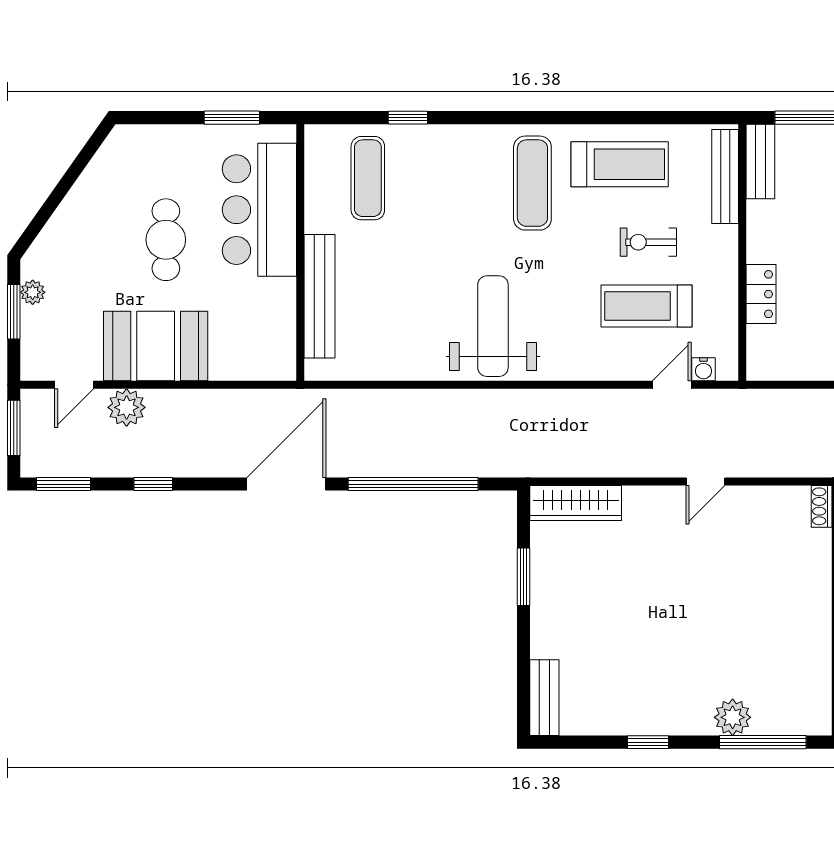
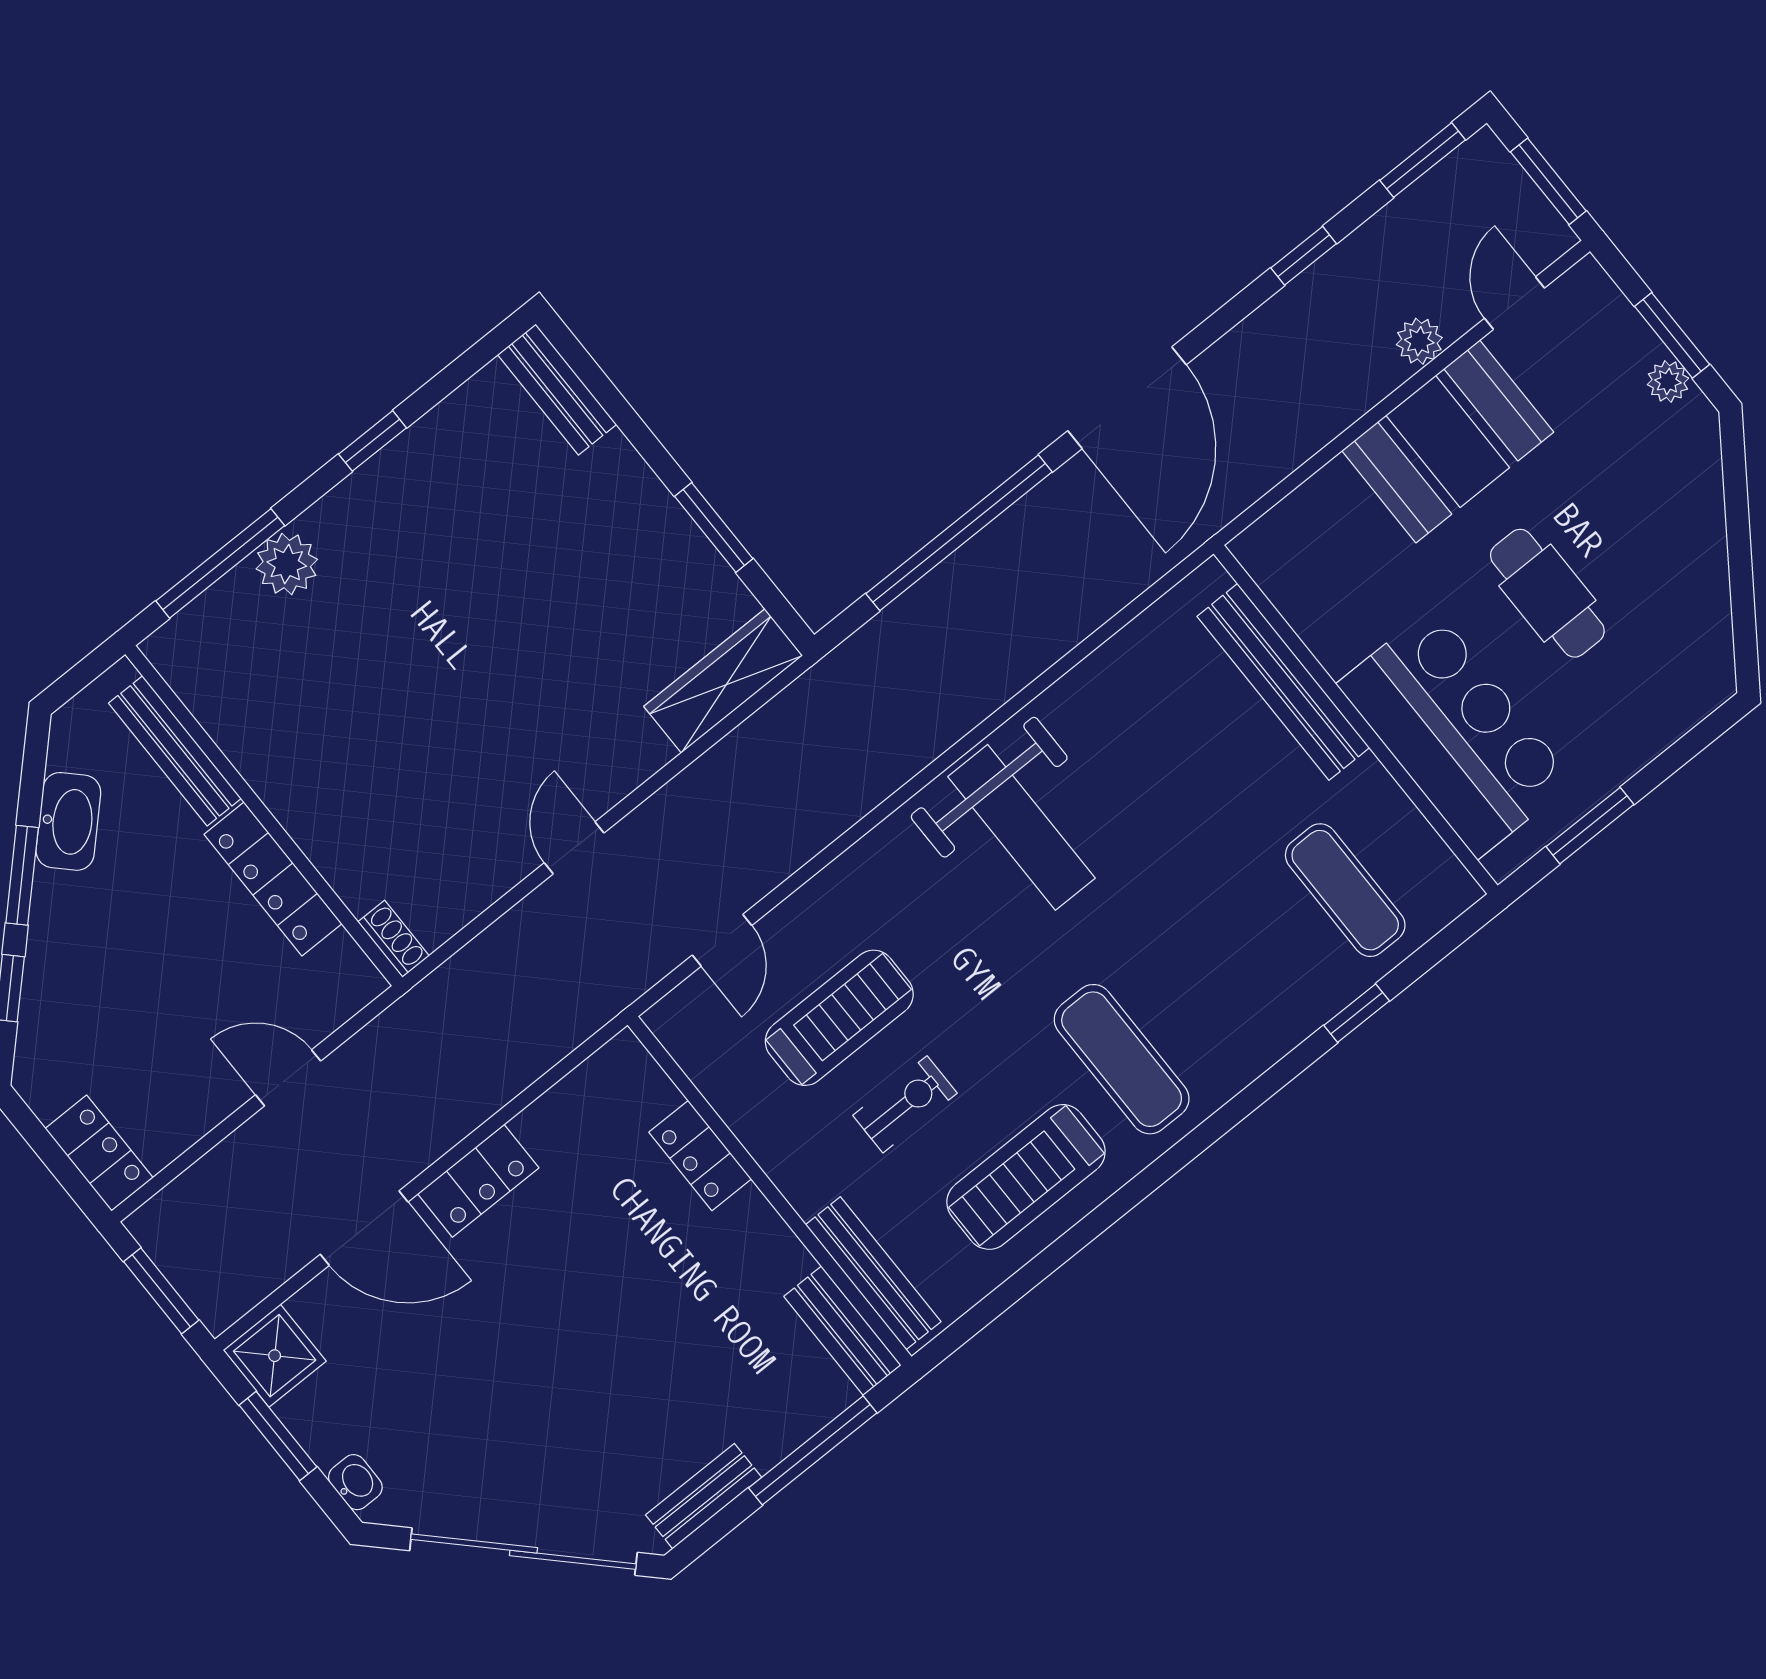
water cooler: (703, 369) -> (696, 995), removed
plant: (127, 407) -> (1419, 341), width x0.73, depth x0.73

